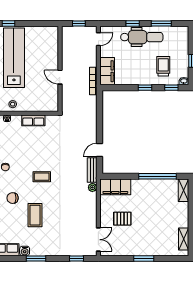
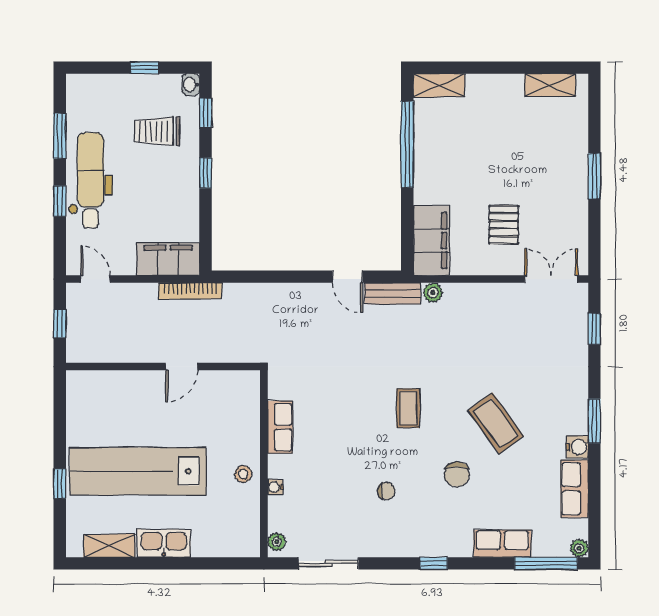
coffee table: (35, 215) -> (496, 423), turned 54

